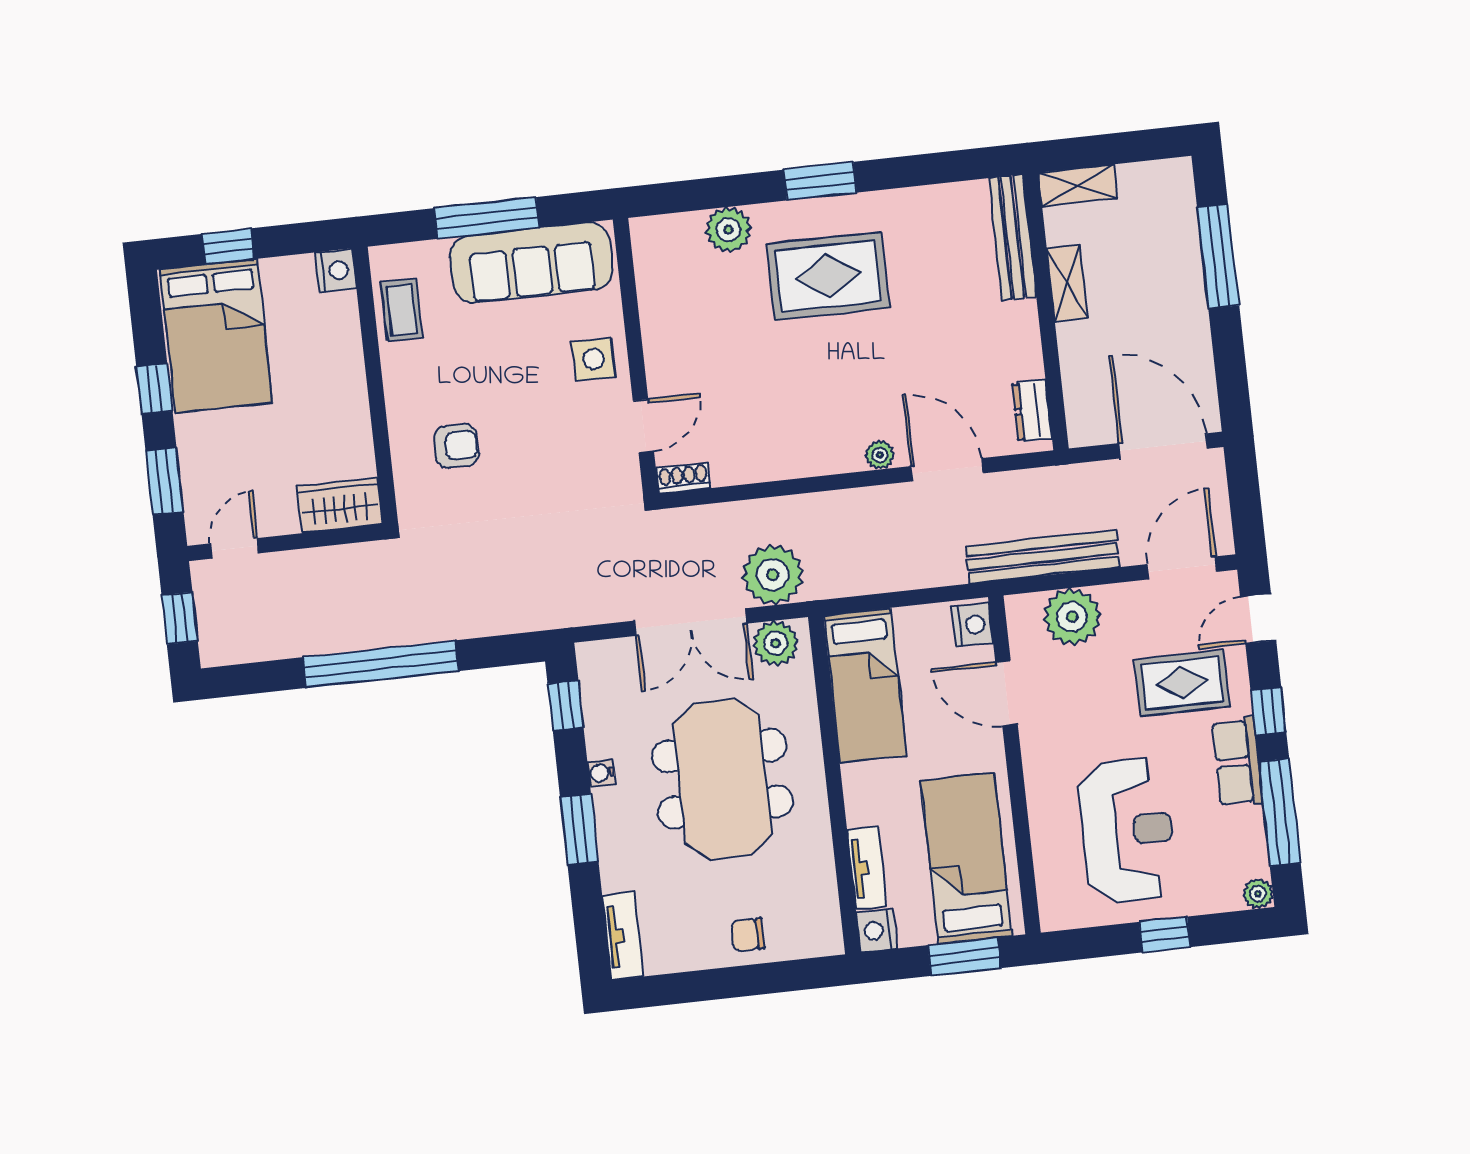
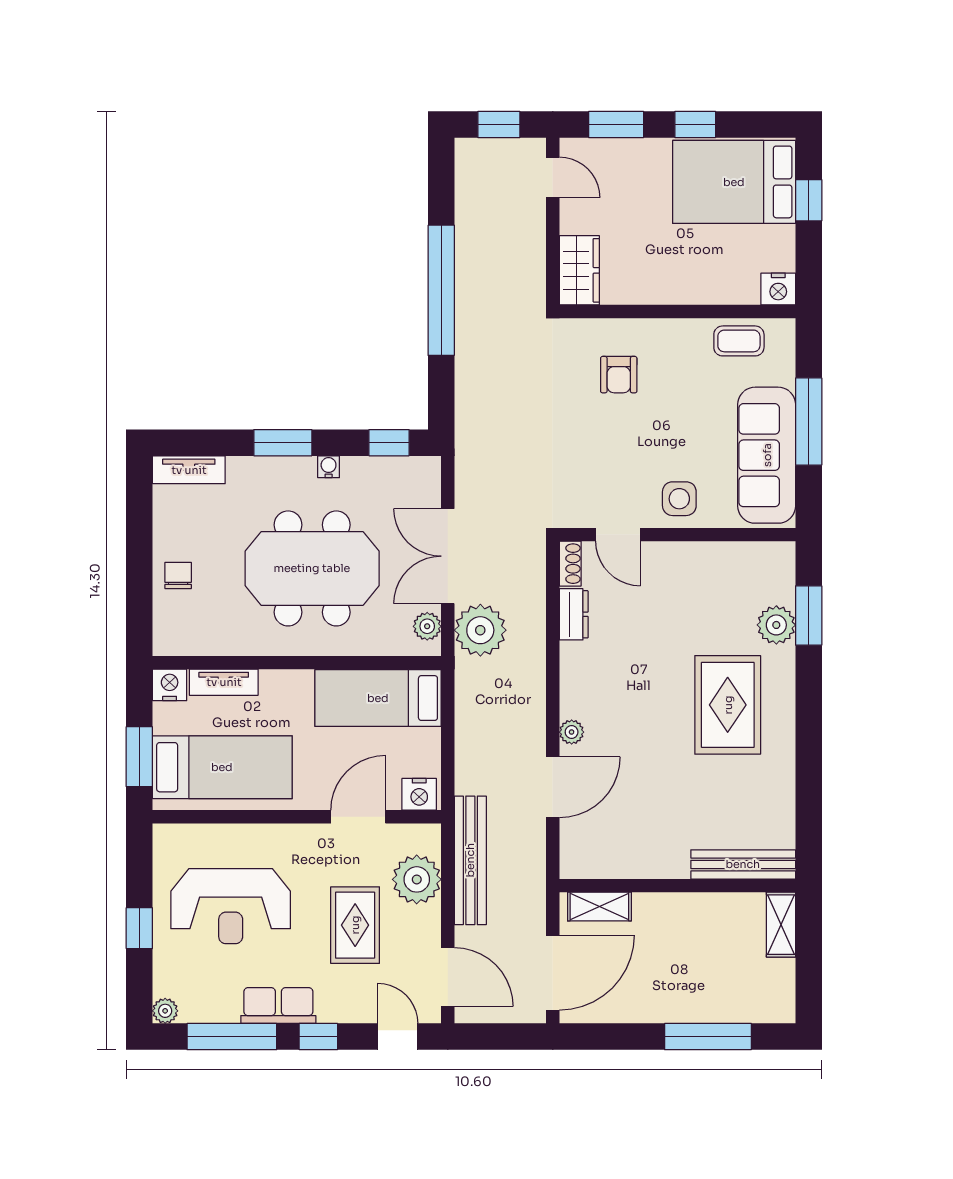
window: (820, 181) -> (809, 616), moved
shelving: (1067, 283) -> (599, 907), moved
dresser: (1032, 410) -> (574, 614), moved, turned 90
plant: (776, 643) -> (427, 626), width x0.73, depth x0.73
rug: (1182, 683) -> (355, 925), moved

